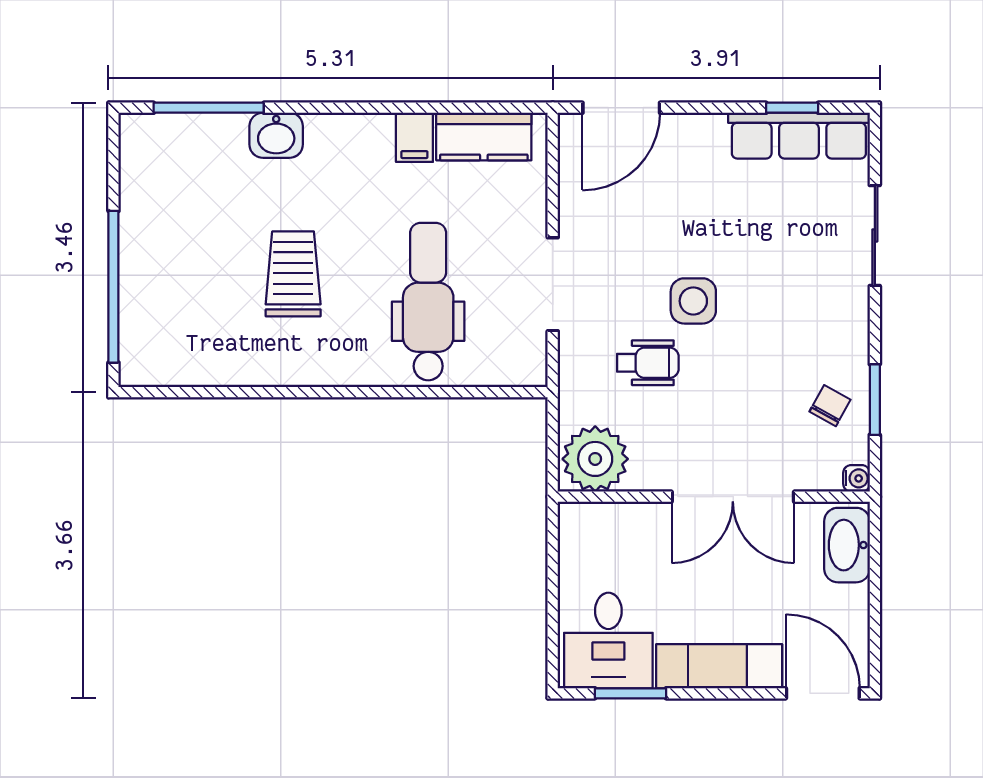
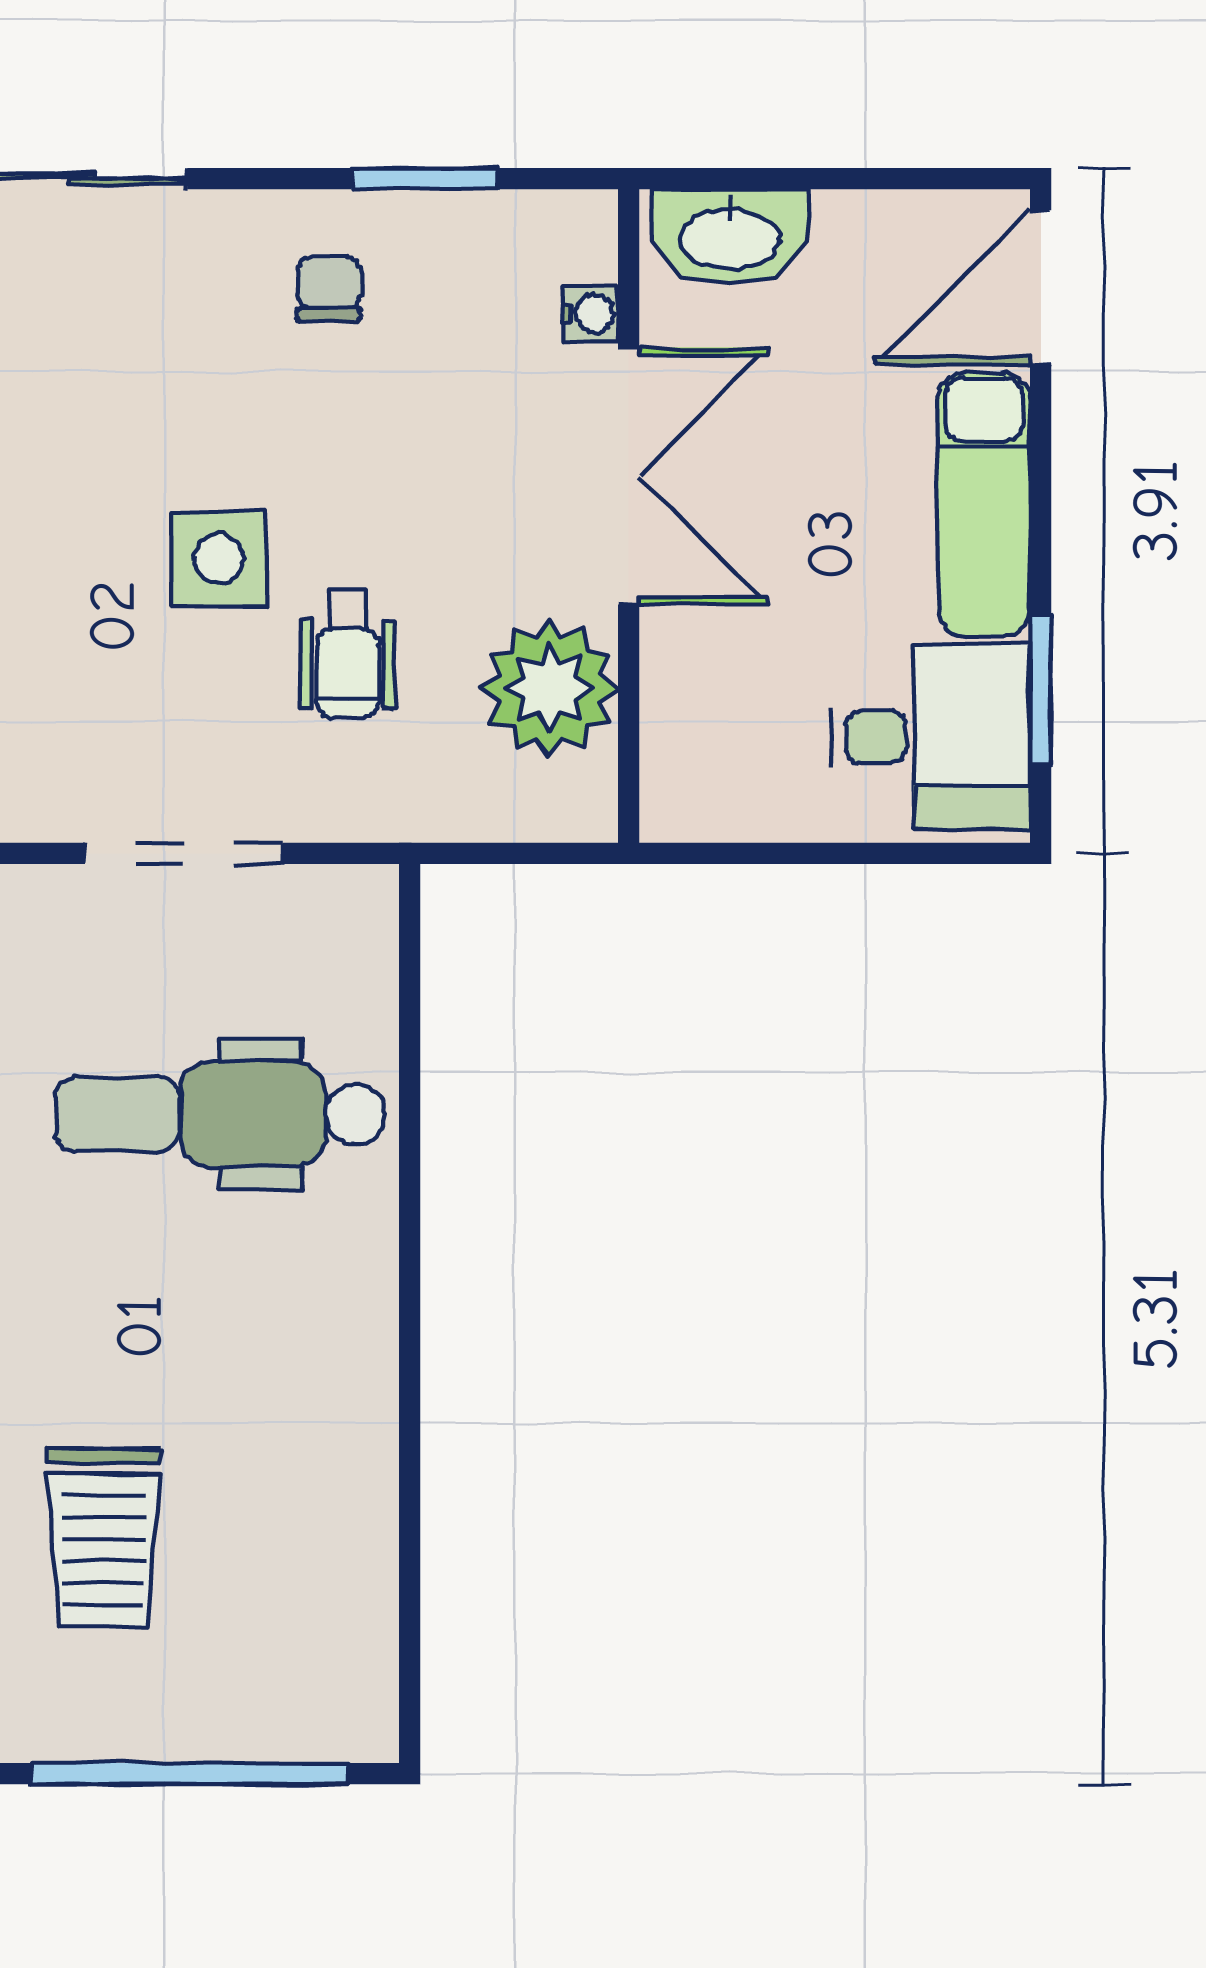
trolley: (293, 274) -> (104, 1538), moved, turned -90
wheelchair: (648, 363) -> (348, 654), turned 180
chair: (830, 406) -> (329, 289), moved, turned 61
plant: (595, 459) -> (549, 688), moved
water cooler: (856, 478) -> (590, 314), moved, turned 90

